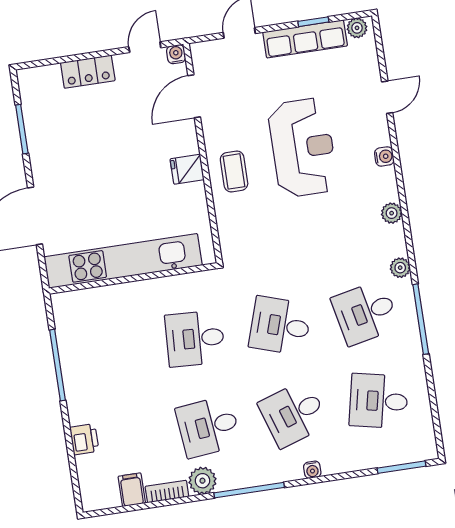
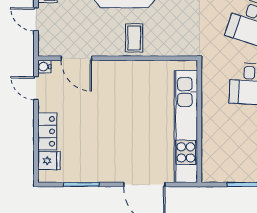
fridge: (187, 169) -> (49, 161), moved, turned -90
coffee table: (234, 171) -> (134, 38), turned 90

